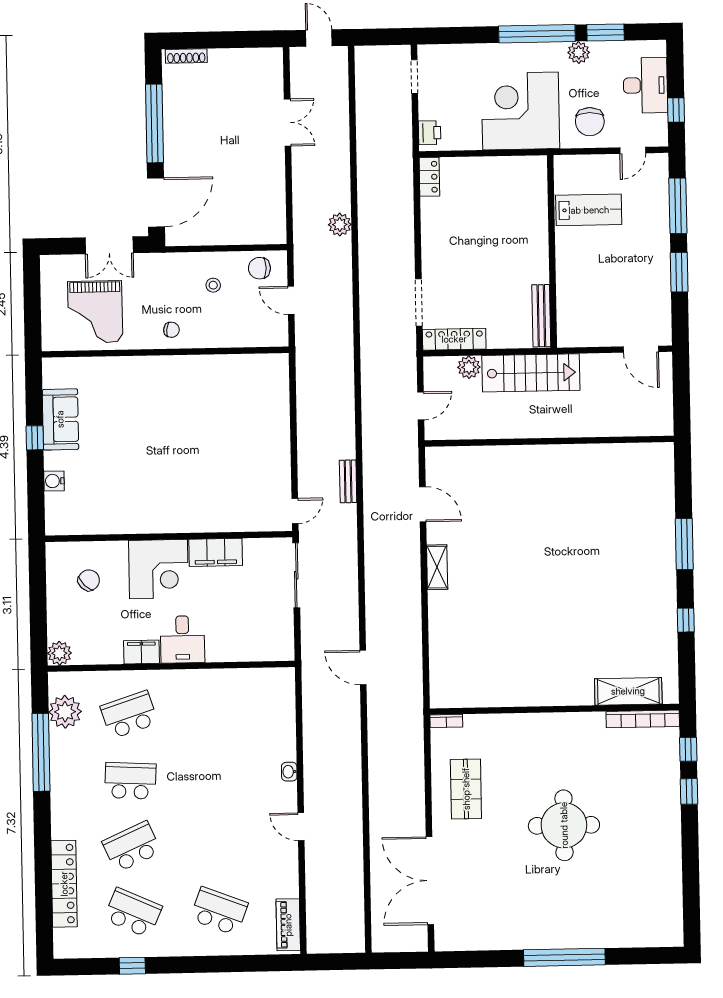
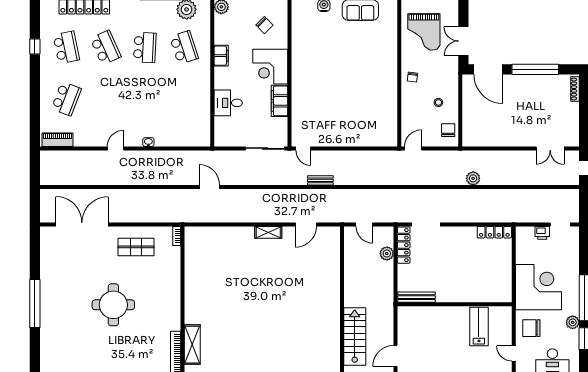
double door: (288, 123) -> (550, 148), moved
printer: (430, 133) -> (542, 233), moved
locker: (429, 177) -> (494, 232), width x1.53
lab bench: (589, 210) -> (479, 327), turned 180
door: (291, 300) -> (413, 148), moved
grand piano: (95, 312) -> (424, 32), turned -90
stairs: (531, 373) -> (355, 337), moved, turned 180
desk: (182, 639) -> (228, 103), moved
door: (363, 668) -> (209, 187), hinge flipped
school desk: (133, 913) -> (66, 48), turned -36

